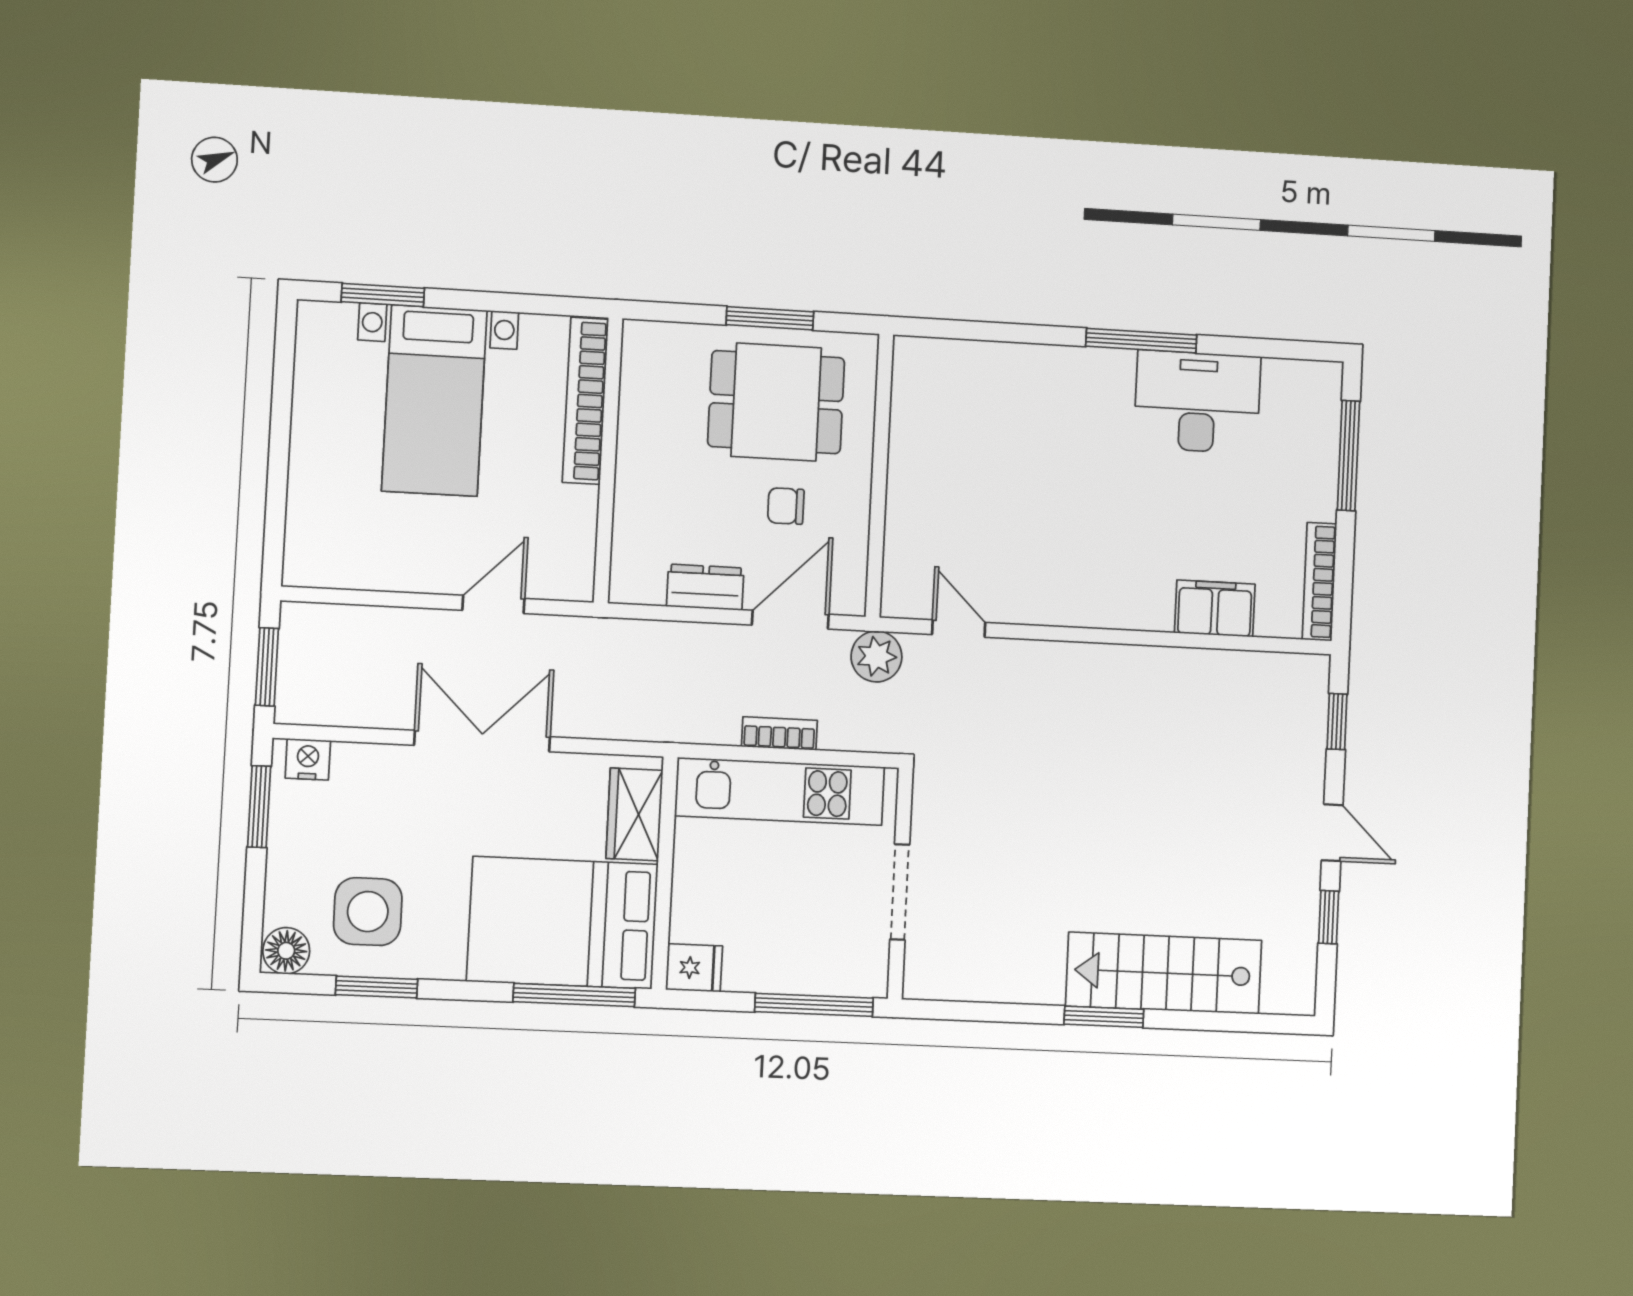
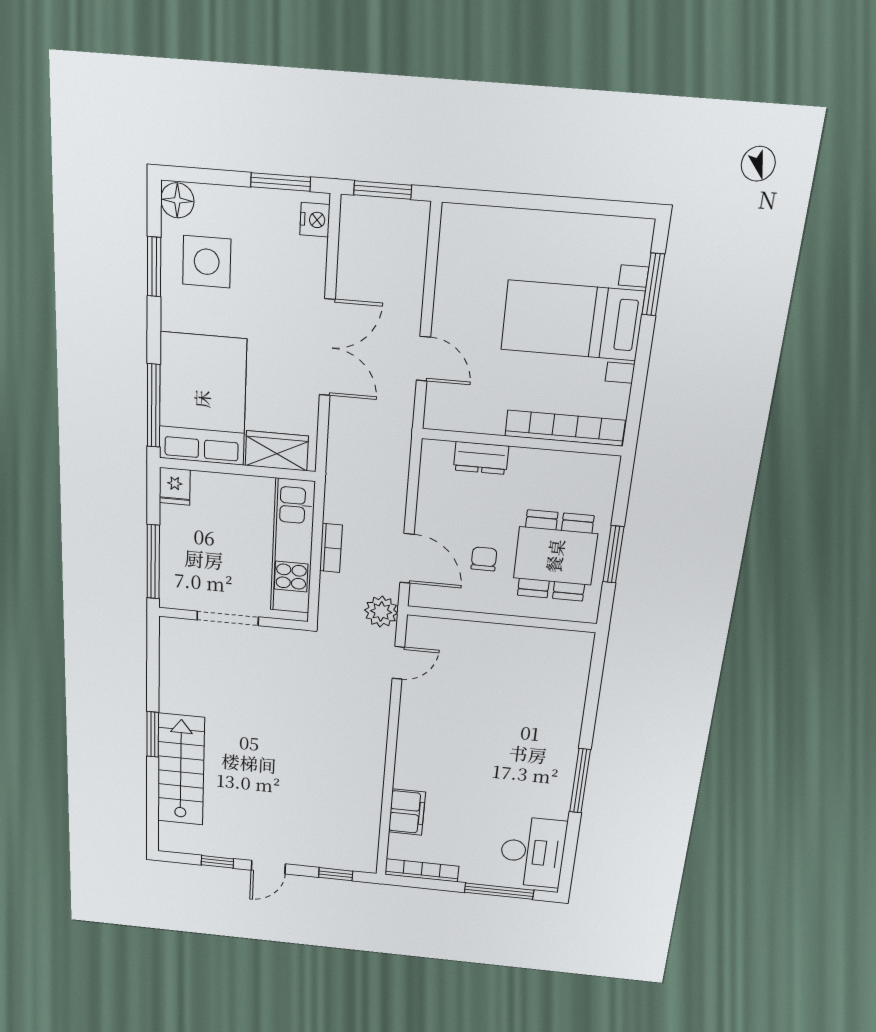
desk: (1197, 402) -> (533, 852), moved
dresser: (705, 587) -> (481, 458), moved, turned 90

